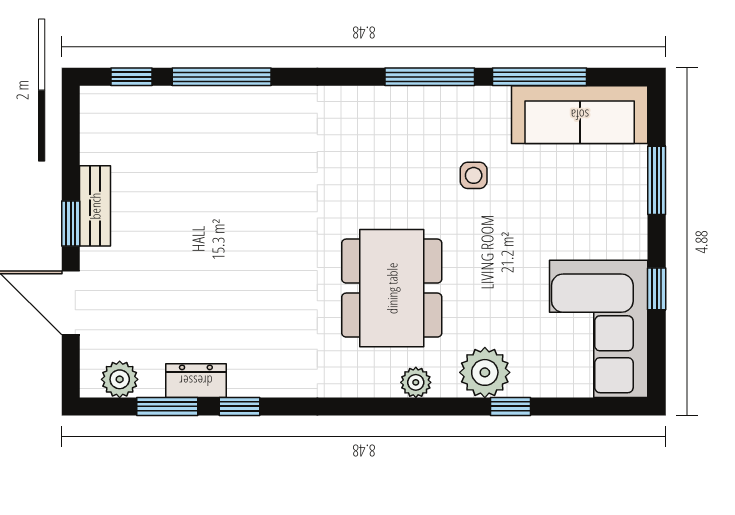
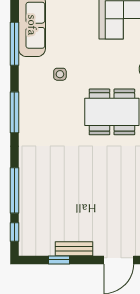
window: (430, 77) -> (14, 112), moved
window: (71, 224) -> (59, 260), moved

